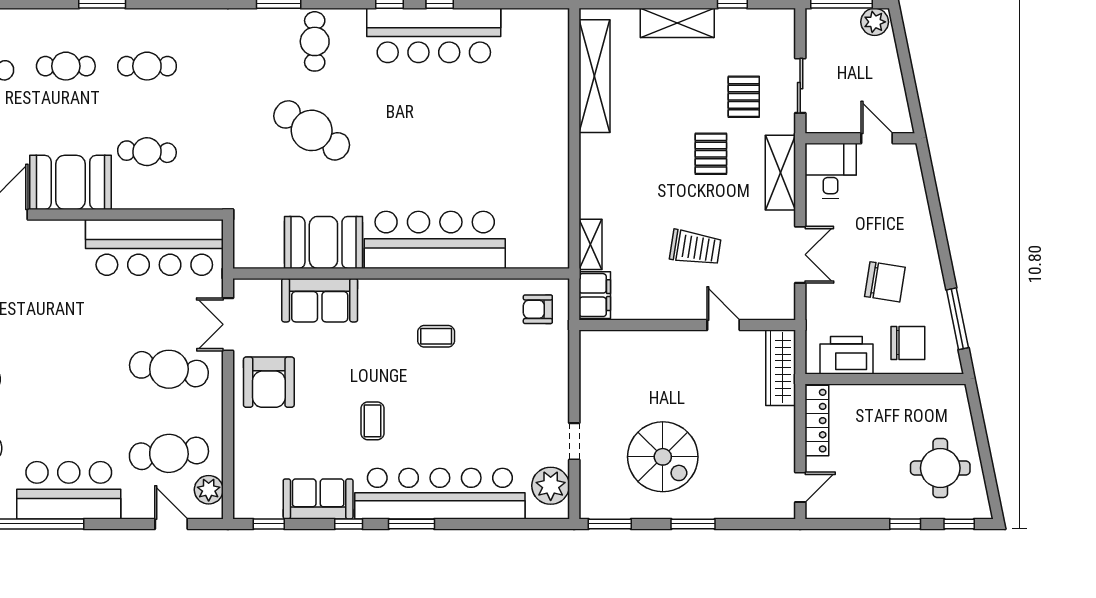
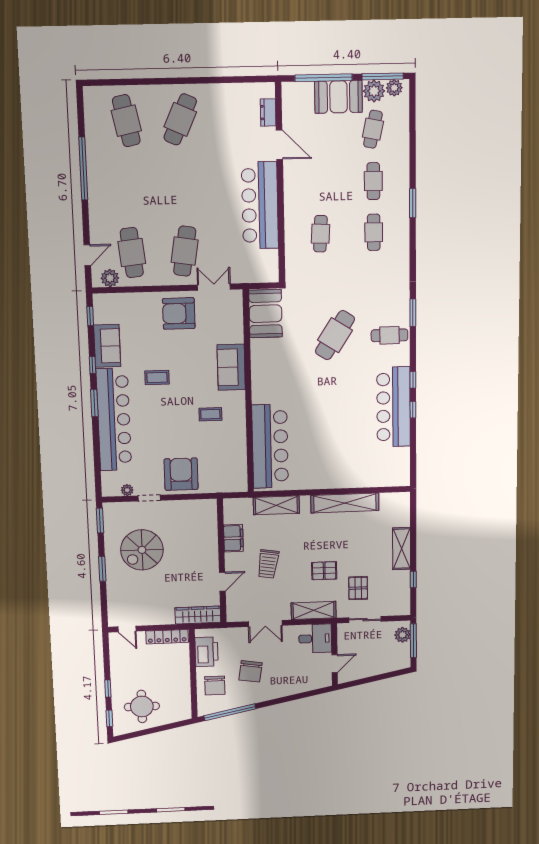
plant: (875, 22) -> (402, 635), moved
shelving: (595, 76) -> (345, 503), moved
pallet: (744, 97) -> (358, 588), turned 90
booth: (70, 182) -> (300, 186), removed
bar counter: (435, 240) -> (270, 446), moved
booth: (323, 242) -> (266, 314), moved
shelving: (591, 244) -> (276, 505), width x1.50, depth x1.33
bar counter: (154, 247) -> (260, 205), moved
filing cabinet: (595, 295) -> (233, 538), moved, turned -90
sofa: (320, 300) -> (231, 367), moved
armchair: (538, 309) -> (181, 474), moved, width x1.88, depth x1.88
window: (957, 319) -> (230, 712), width x1.46
coffee table: (436, 336) -> (210, 414), turned 90
plant: (551, 486) -> (127, 490), width x0.53, depth x0.53
bar counter: (69, 490) -> (106, 190), removed

